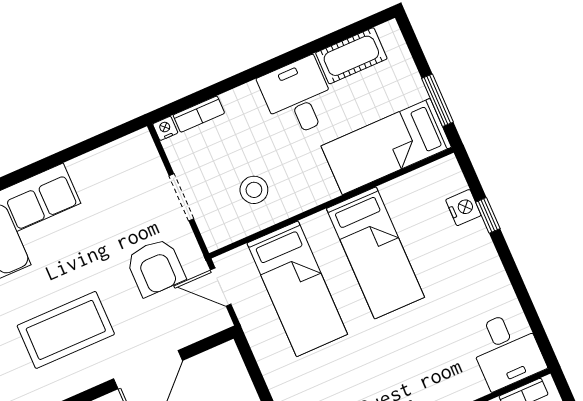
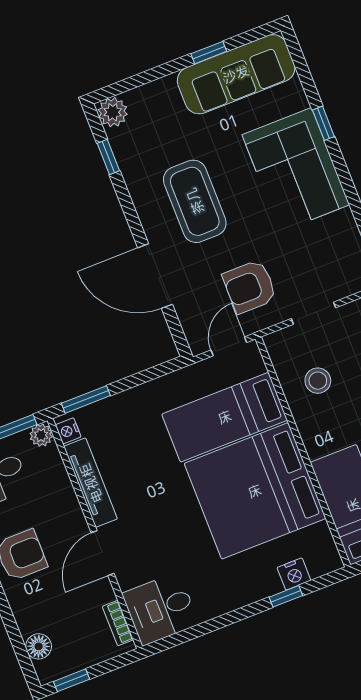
bed: (375, 253) -> (255, 491), width x2.04

